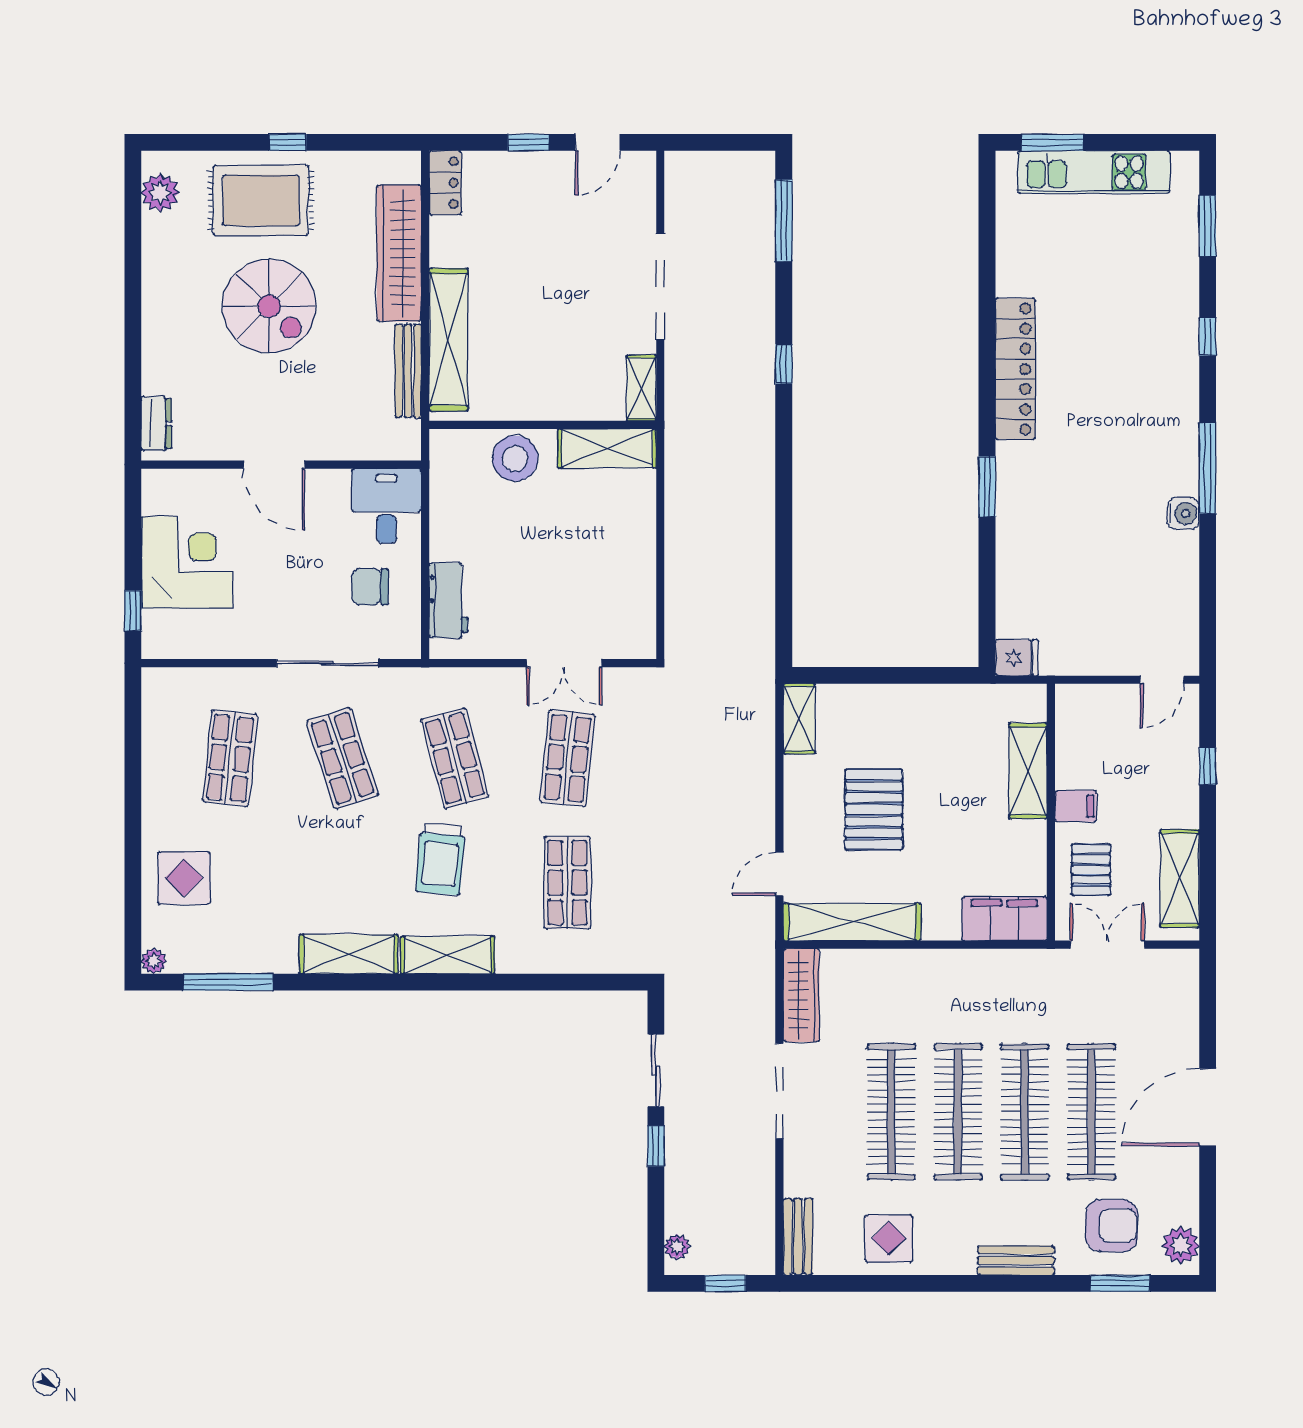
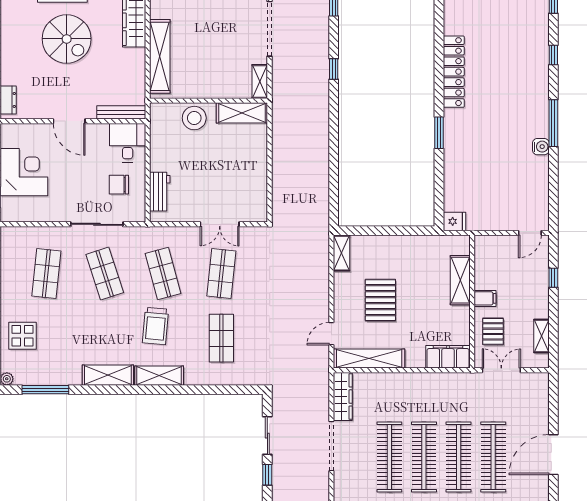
bench: (408, 371) -> (121, 112), moved, turned 90
shelving: (1180, 879) -> (542, 336), width x0.67, depth x0.75

